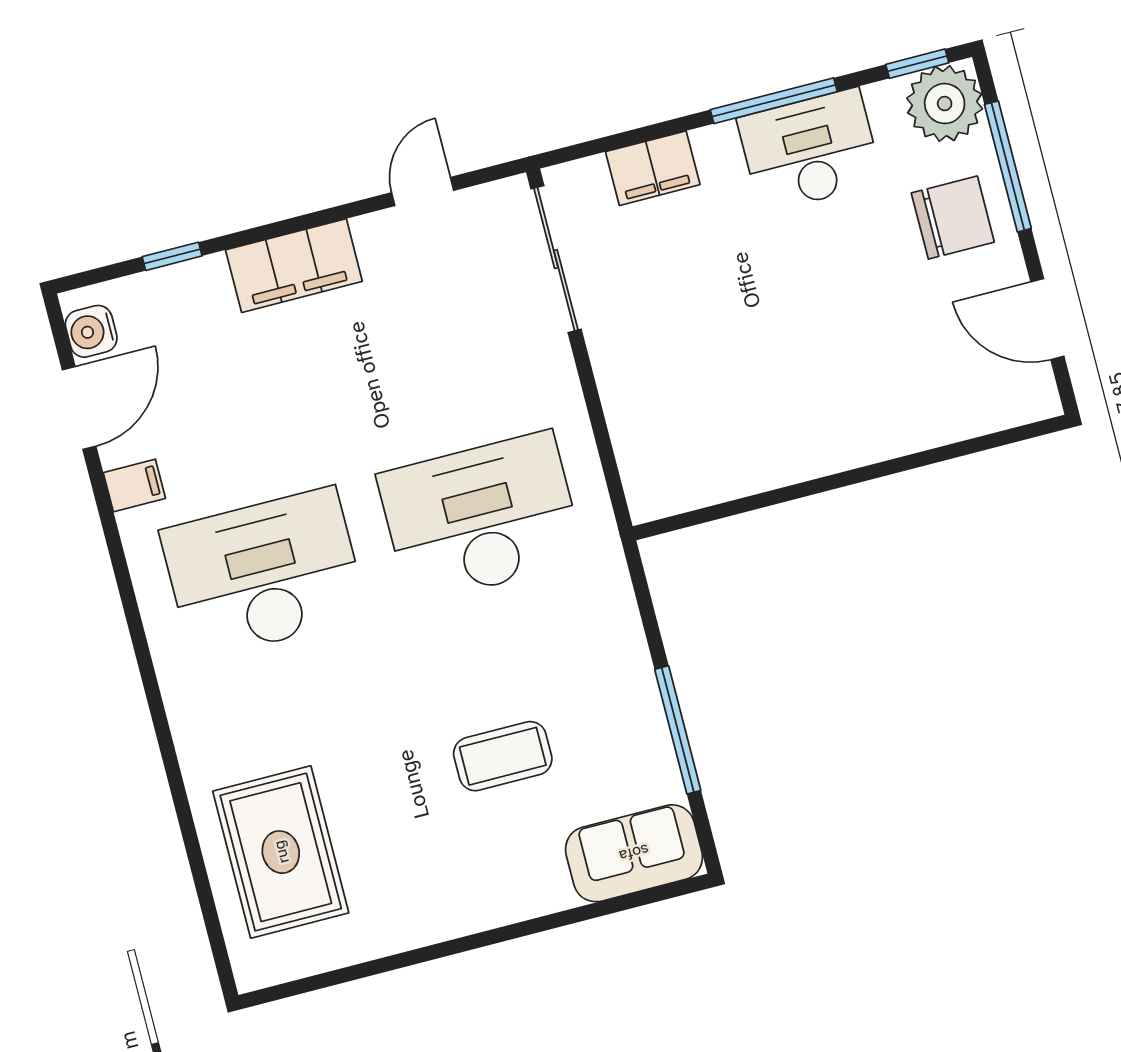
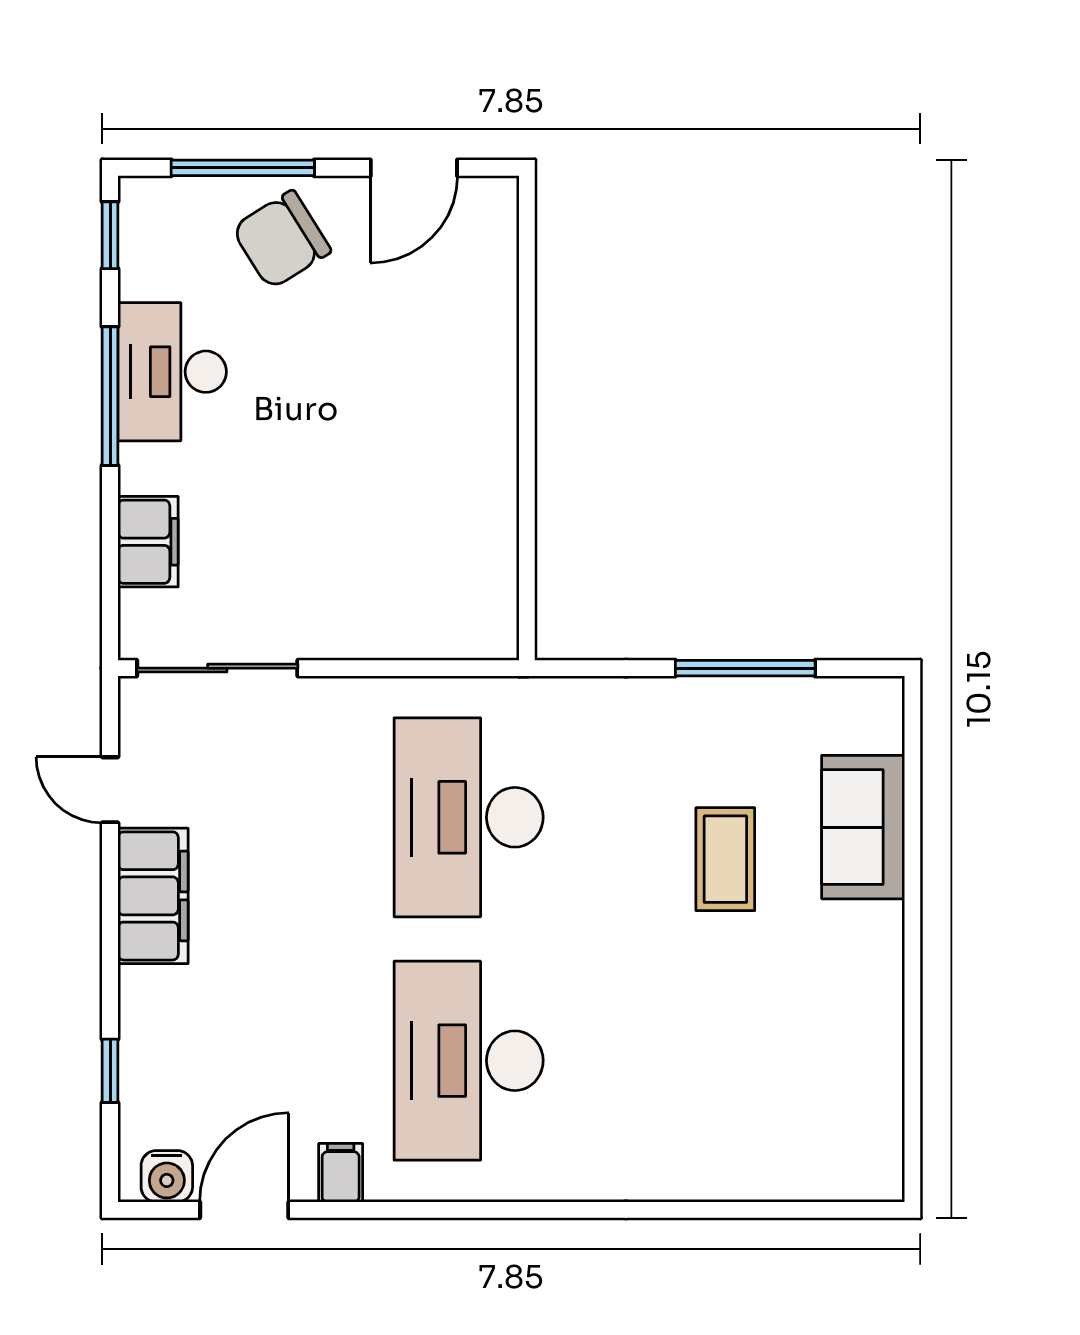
plant: (945, 104) -> (159, 217), removed
chair: (953, 217) -> (281, 240), turned -122
filing cabinet: (294, 266) -> (153, 896), moved
door: (79, 408) -> (244, 1210), hinge flipped
rug: (281, 852) -> (766, 1119), removed
sofa: (634, 853) -> (863, 827), moved

